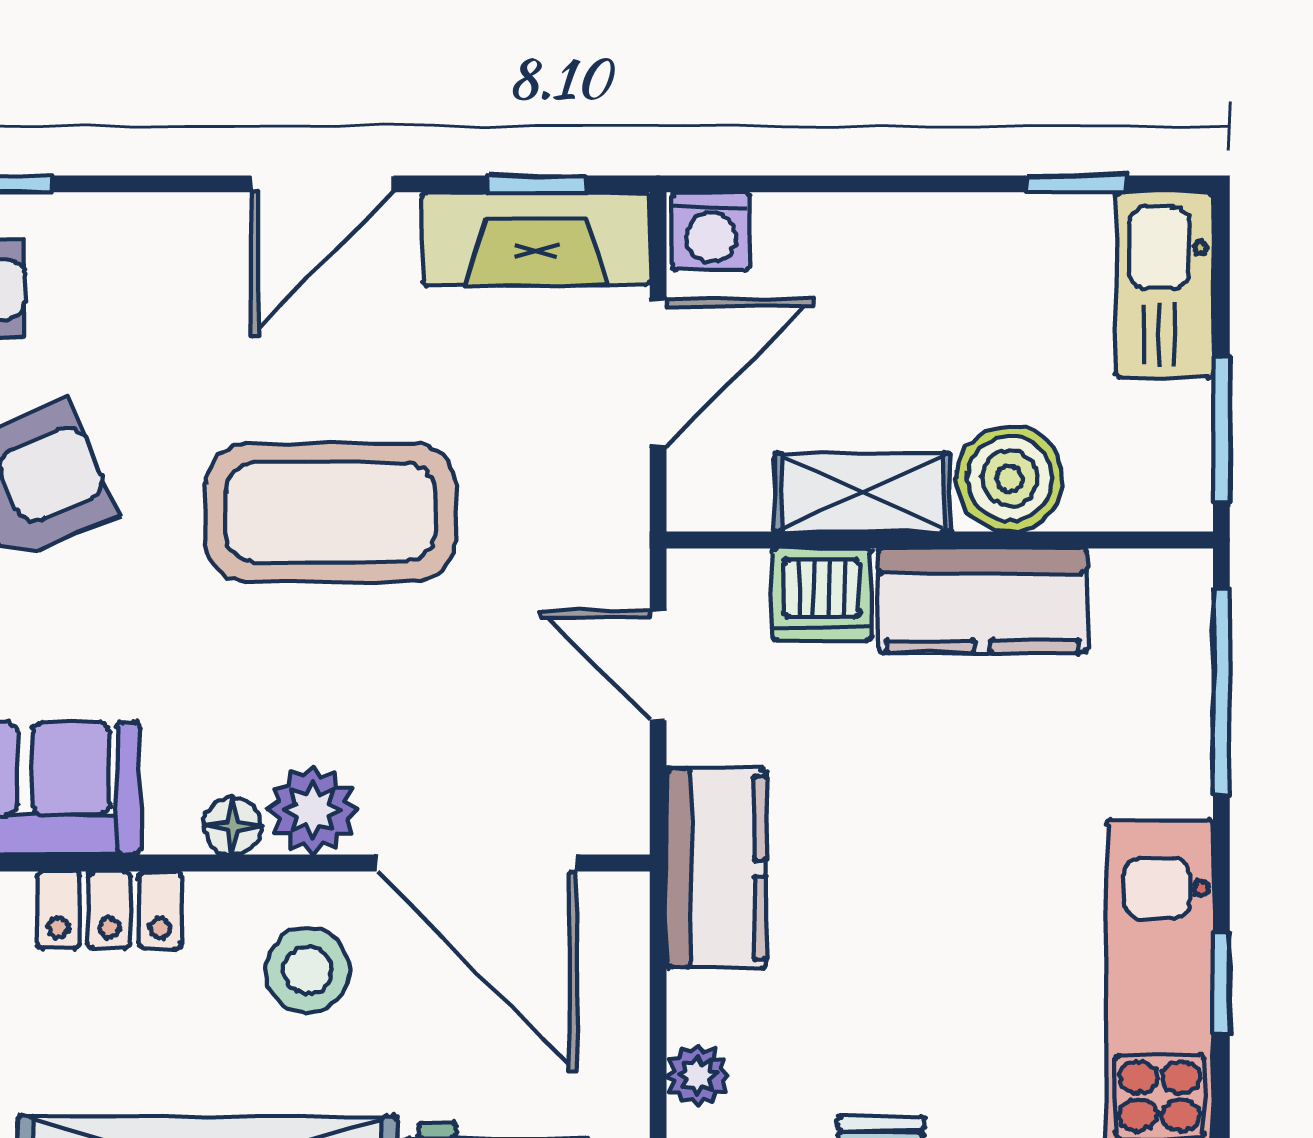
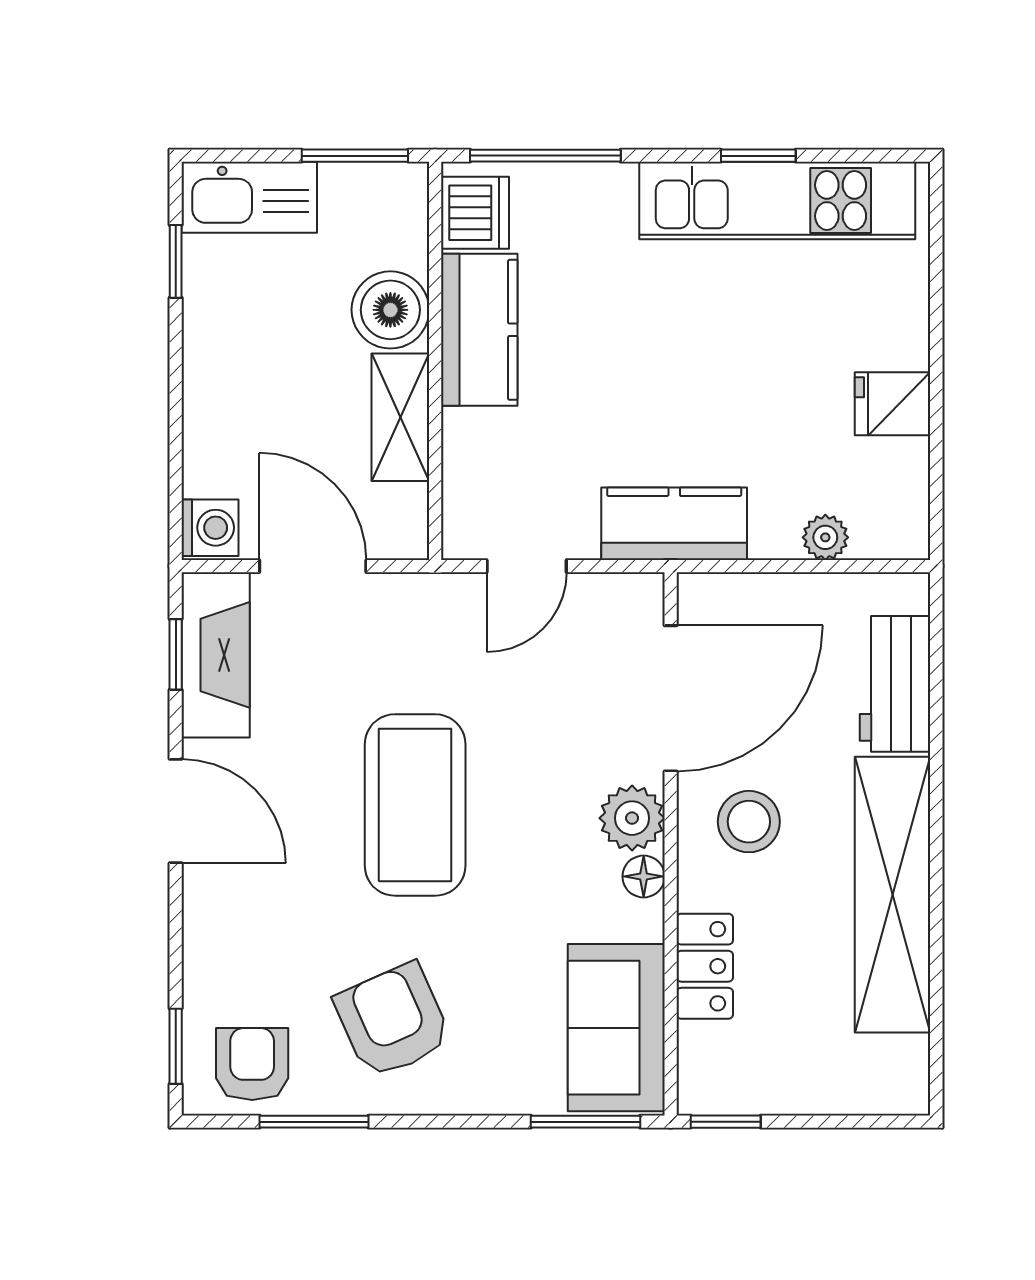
dishwasher: (822, 595) -> (475, 213), moved

